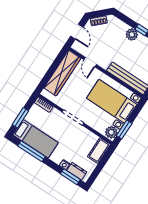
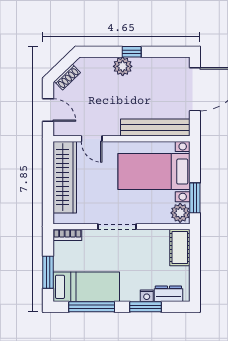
window: (70, 177) -> (146, 307), moved

